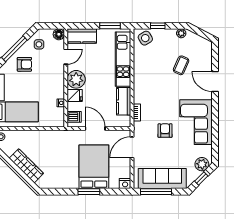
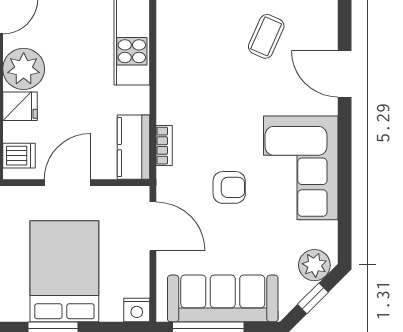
kitchen counter: (124, 101) -> (134, 147), moved
door: (95, 128) -> (67, 183), hinge flipped
armchair: (165, 131) -> (229, 187), turned 90
door: (132, 147) -> (153, 226), swing flipped

